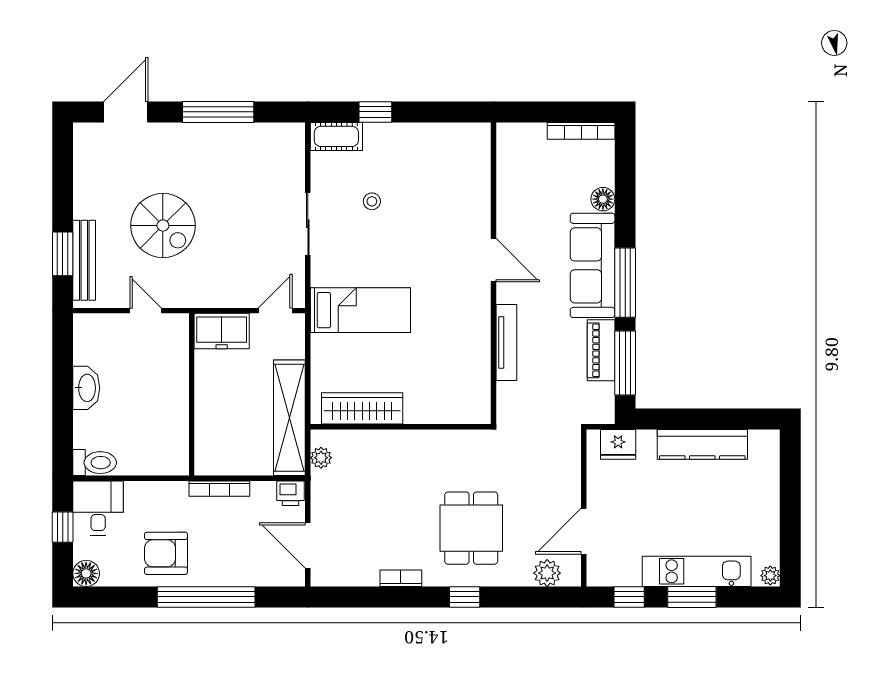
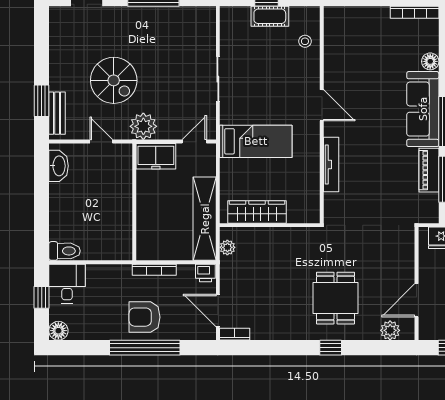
cot: (336, 136) -> (270, 16), moved
stool: (372, 201) -> (305, 41), moved
bench: (84, 260) -> (57, 113), width x0.73
door: (494, 260) -> (322, 105), moved
wall: (494, 273) -> (322, 115), moved
plant: (204, 289) -> (143, 126), added
tv unit: (506, 342) -> (331, 164), moved
washbasin: (86, 388) -> (59, 166), moved
armchair: (166, 553) -> (145, 317), moved
bookcase: (401, 578) -> (235, 334), moved

